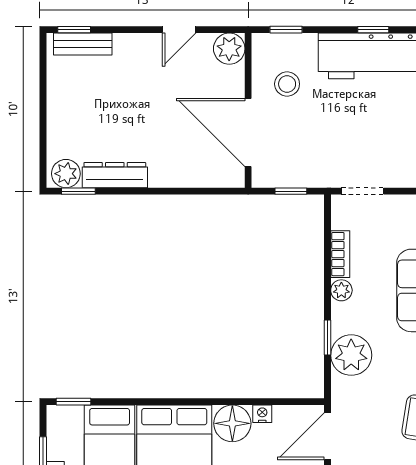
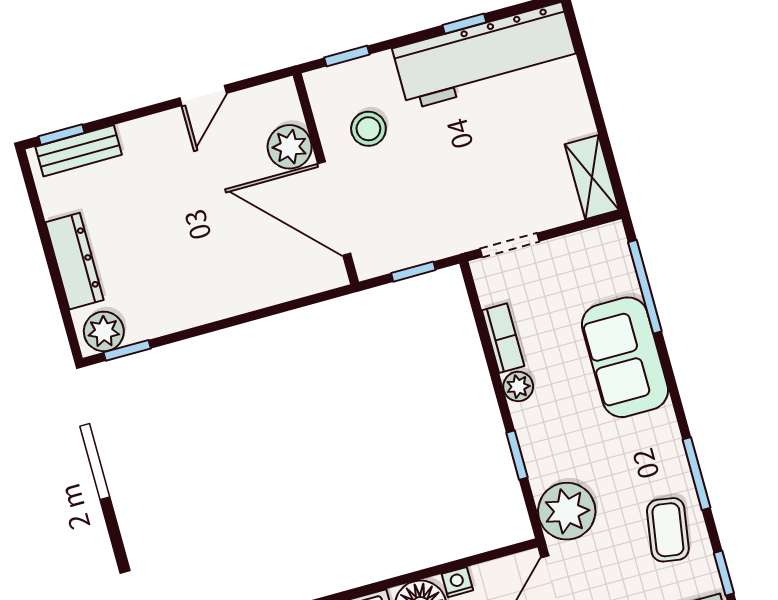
plant: (229, 49) -> (290, 147), moved
dresser: (115, 175) -> (74, 261), moved, turned 90
plant: (351, 355) -> (567, 511), moved

